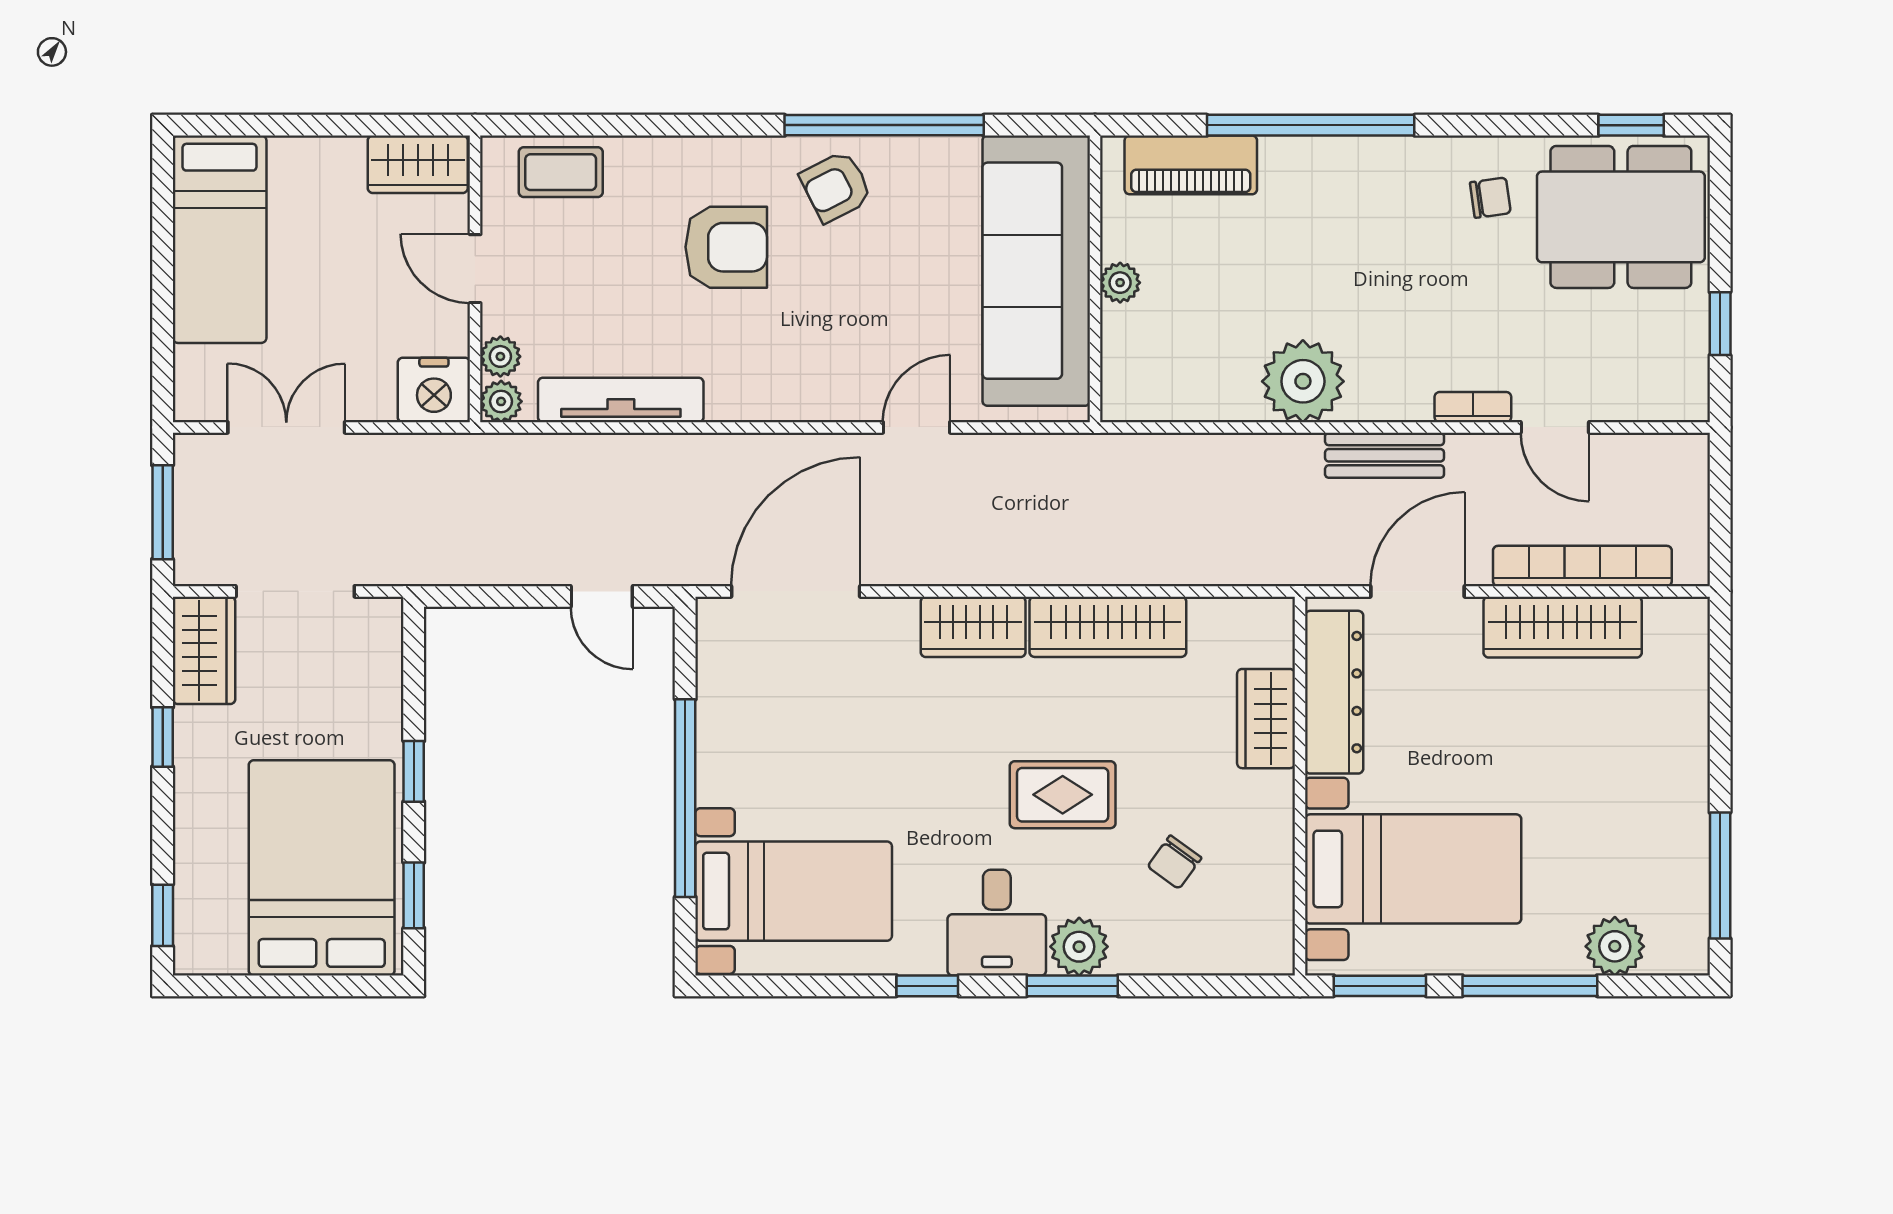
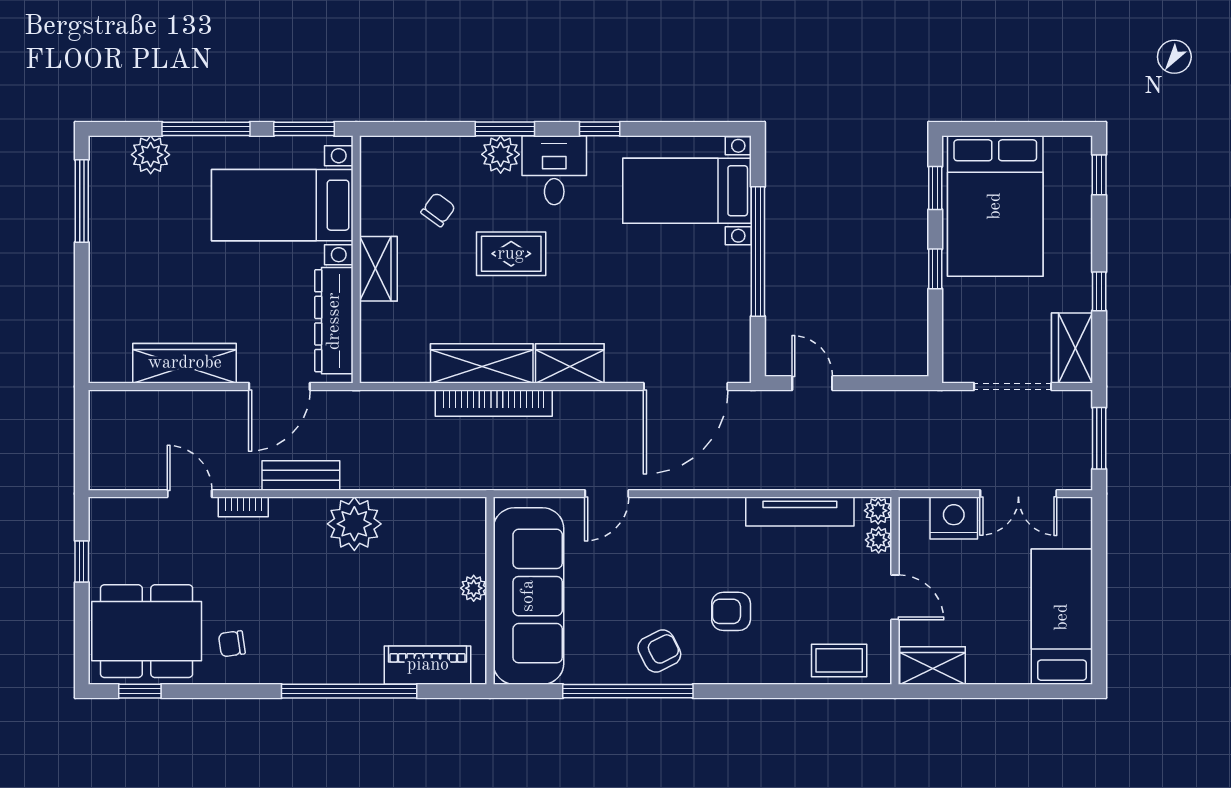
armchair: (726, 247) -> (731, 611), width x0.72, depth x0.72
nightstand: (434, 390) -> (954, 518), moved
bookcase: (1582, 566) -> (494, 403), moved
wardrobe: (1266, 719) -> (378, 269), moved

